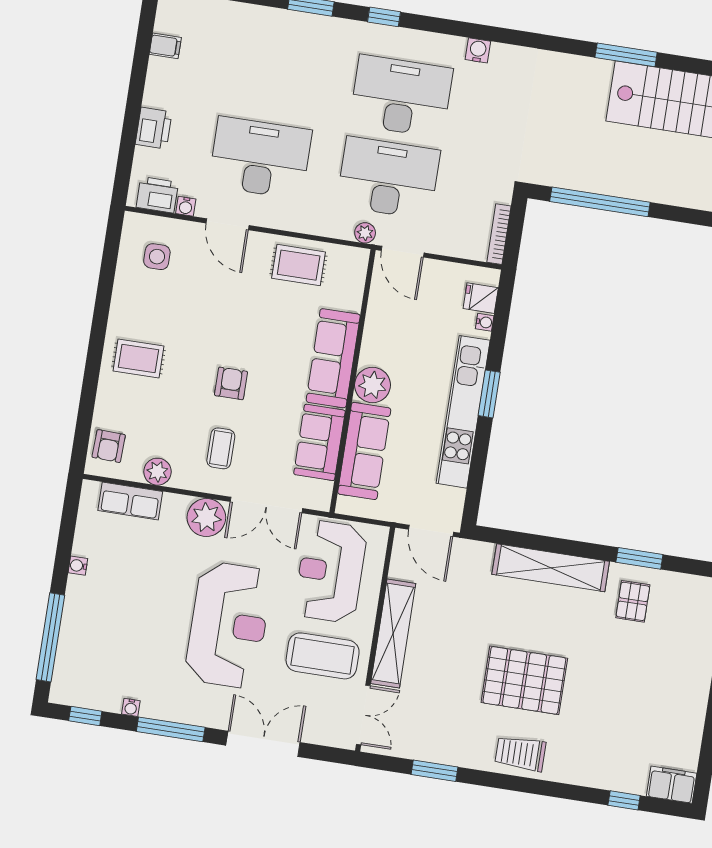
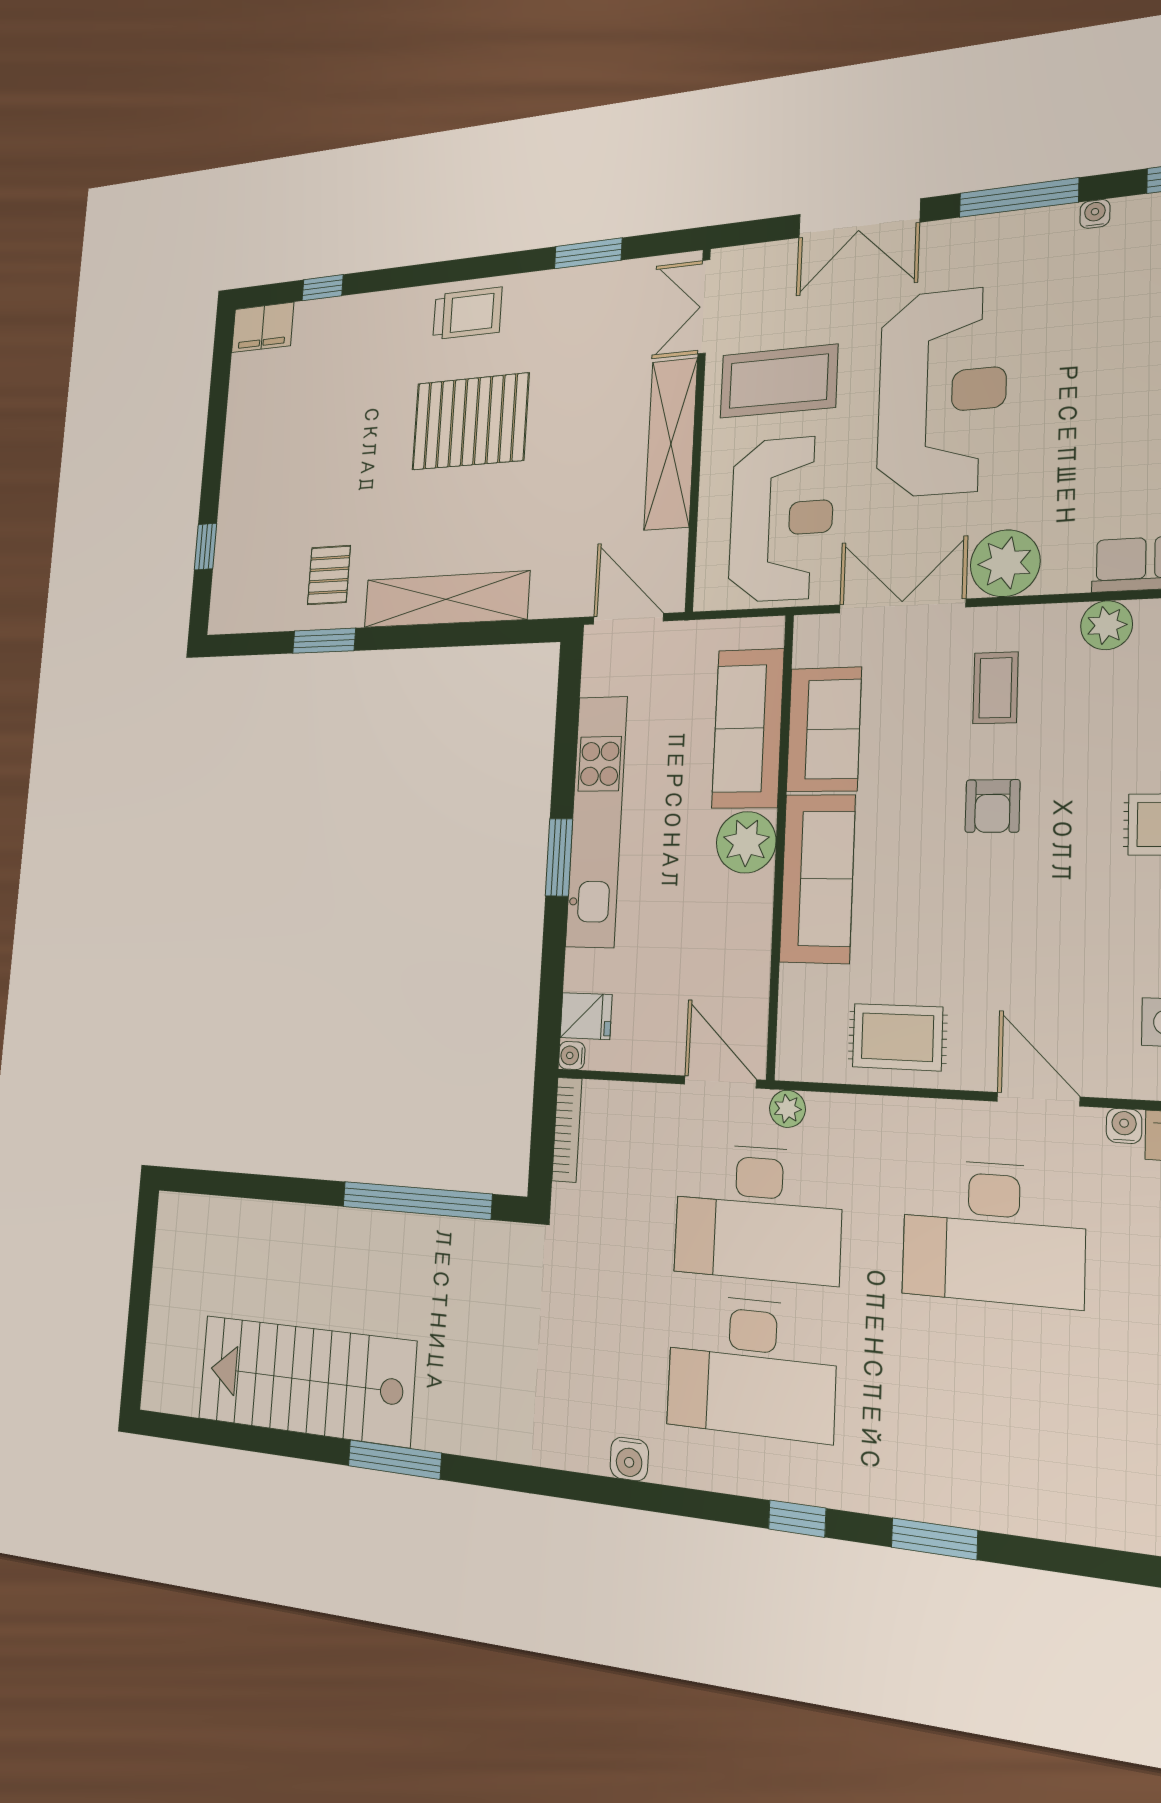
water cooler: (485, 322) -> (572, 1055), moved
reception desk: (228, 625) -> (942, 392), turned 180

